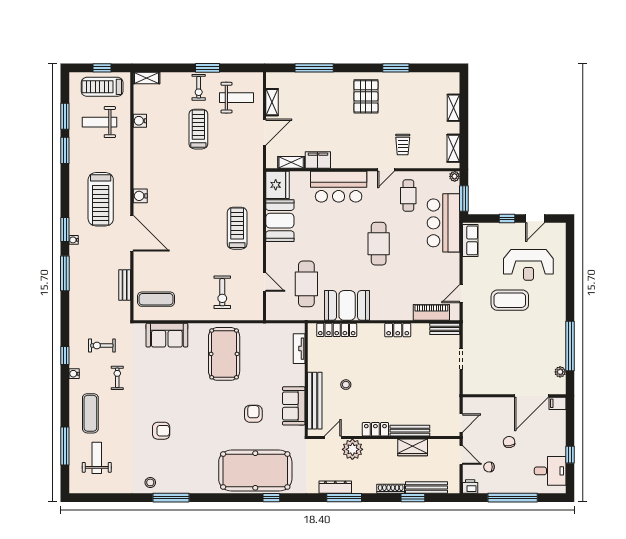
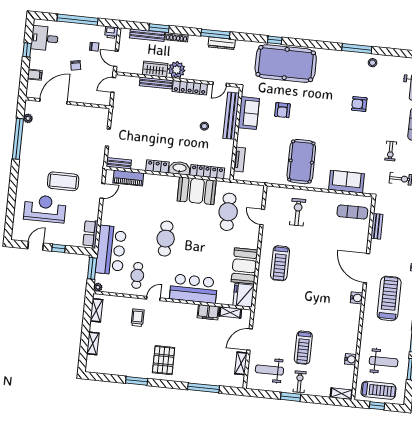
washbasin: (371, 331) -> (180, 168), added
filing cabinet: (557, 403) -> (35, 75), moved
locker: (375, 429) -> (190, 88), width x1.53
plant: (352, 449) -> (177, 70), moved

